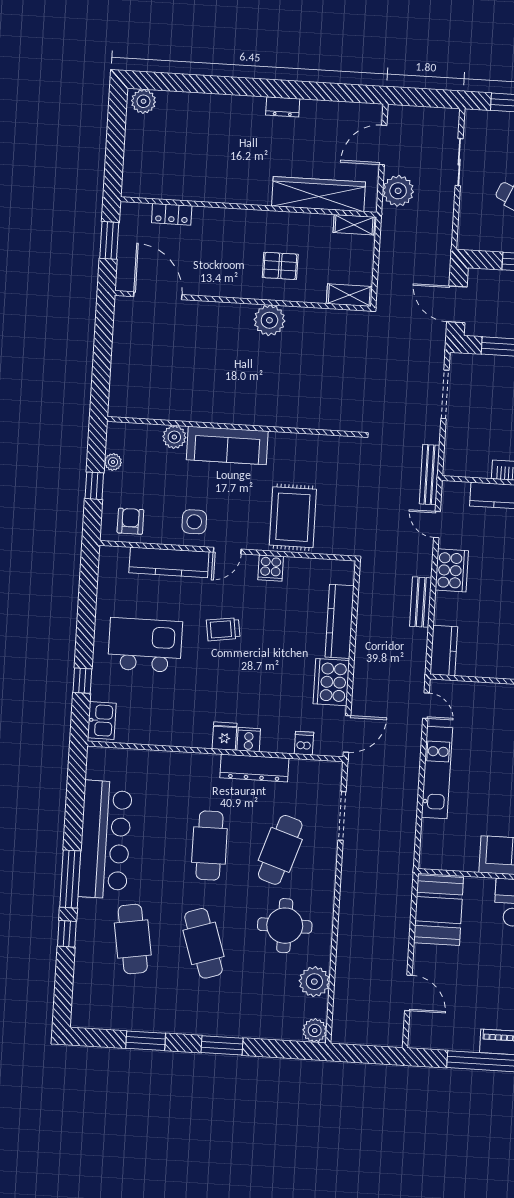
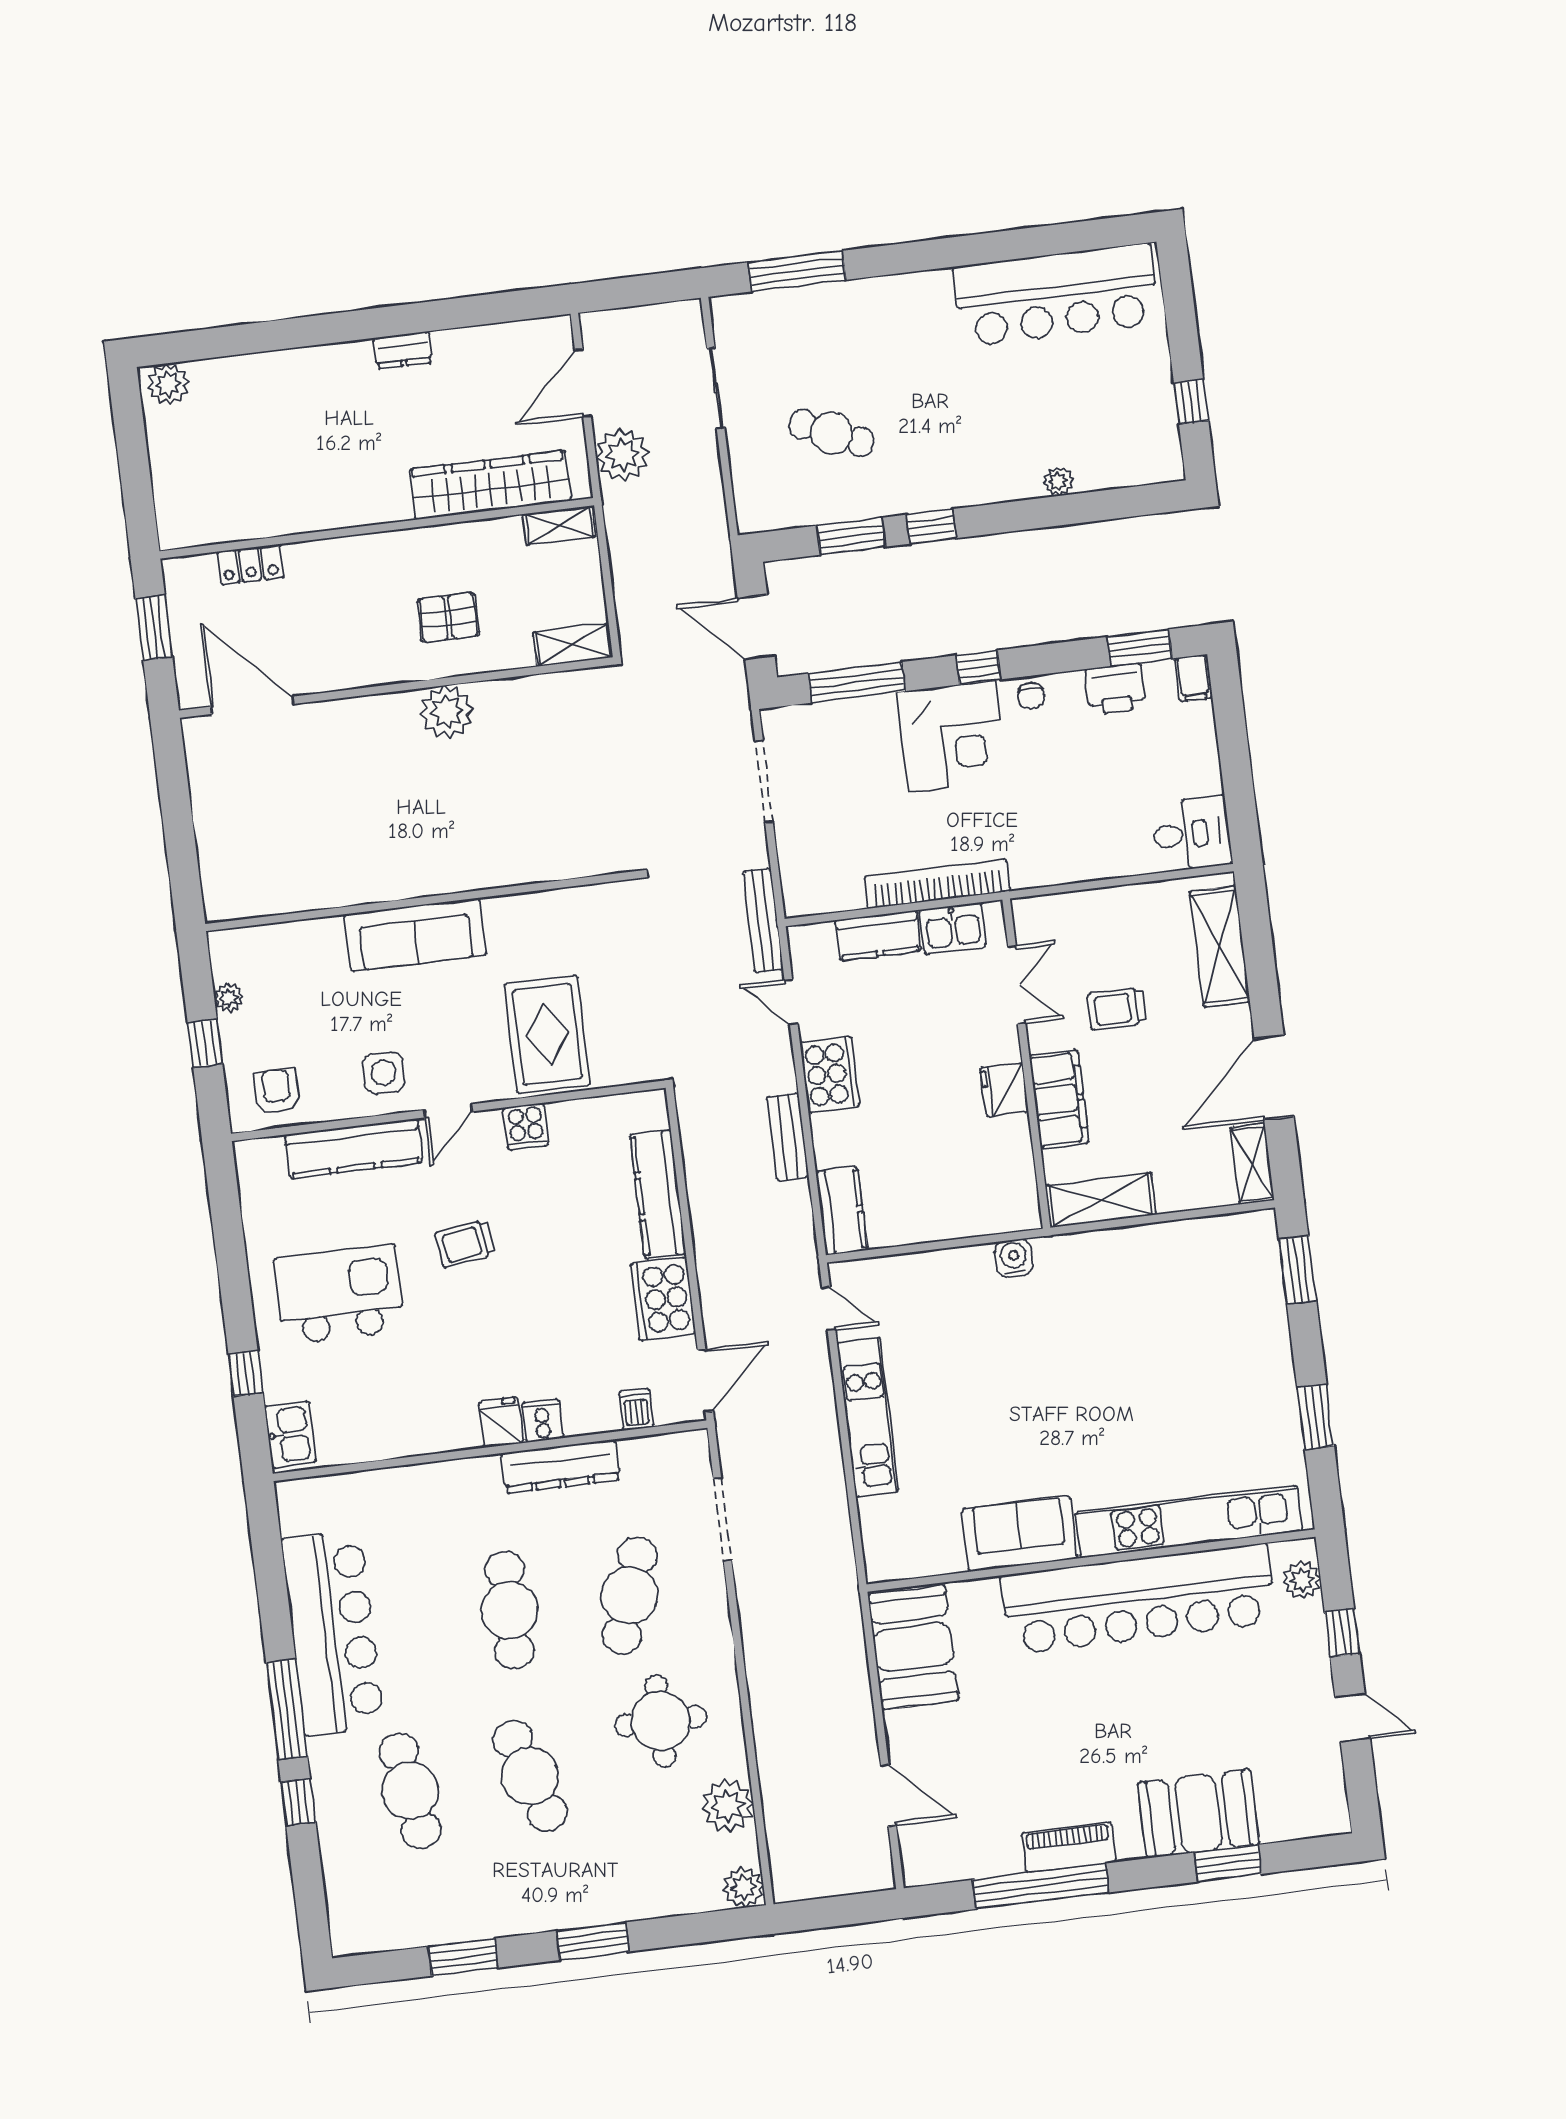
plant: (174, 437) -> (324, 937), removed

